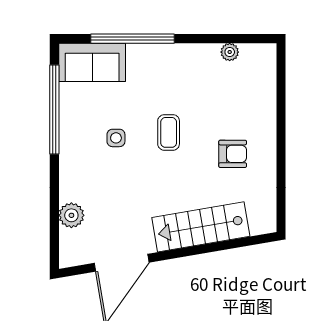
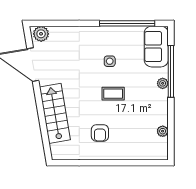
plant: (152, 52) -> (163, 83), added
plant: (71, 215) -> (41, 34), moved

